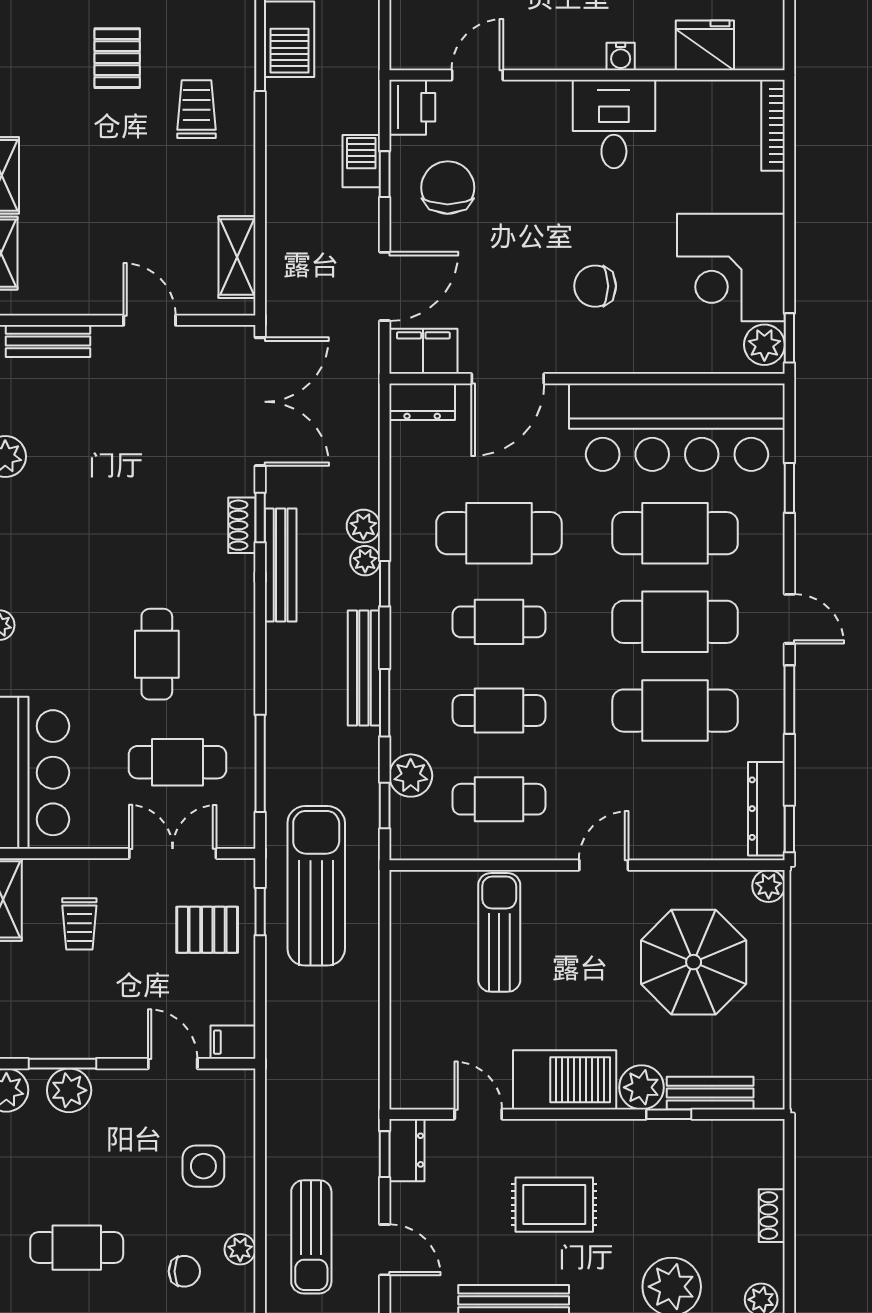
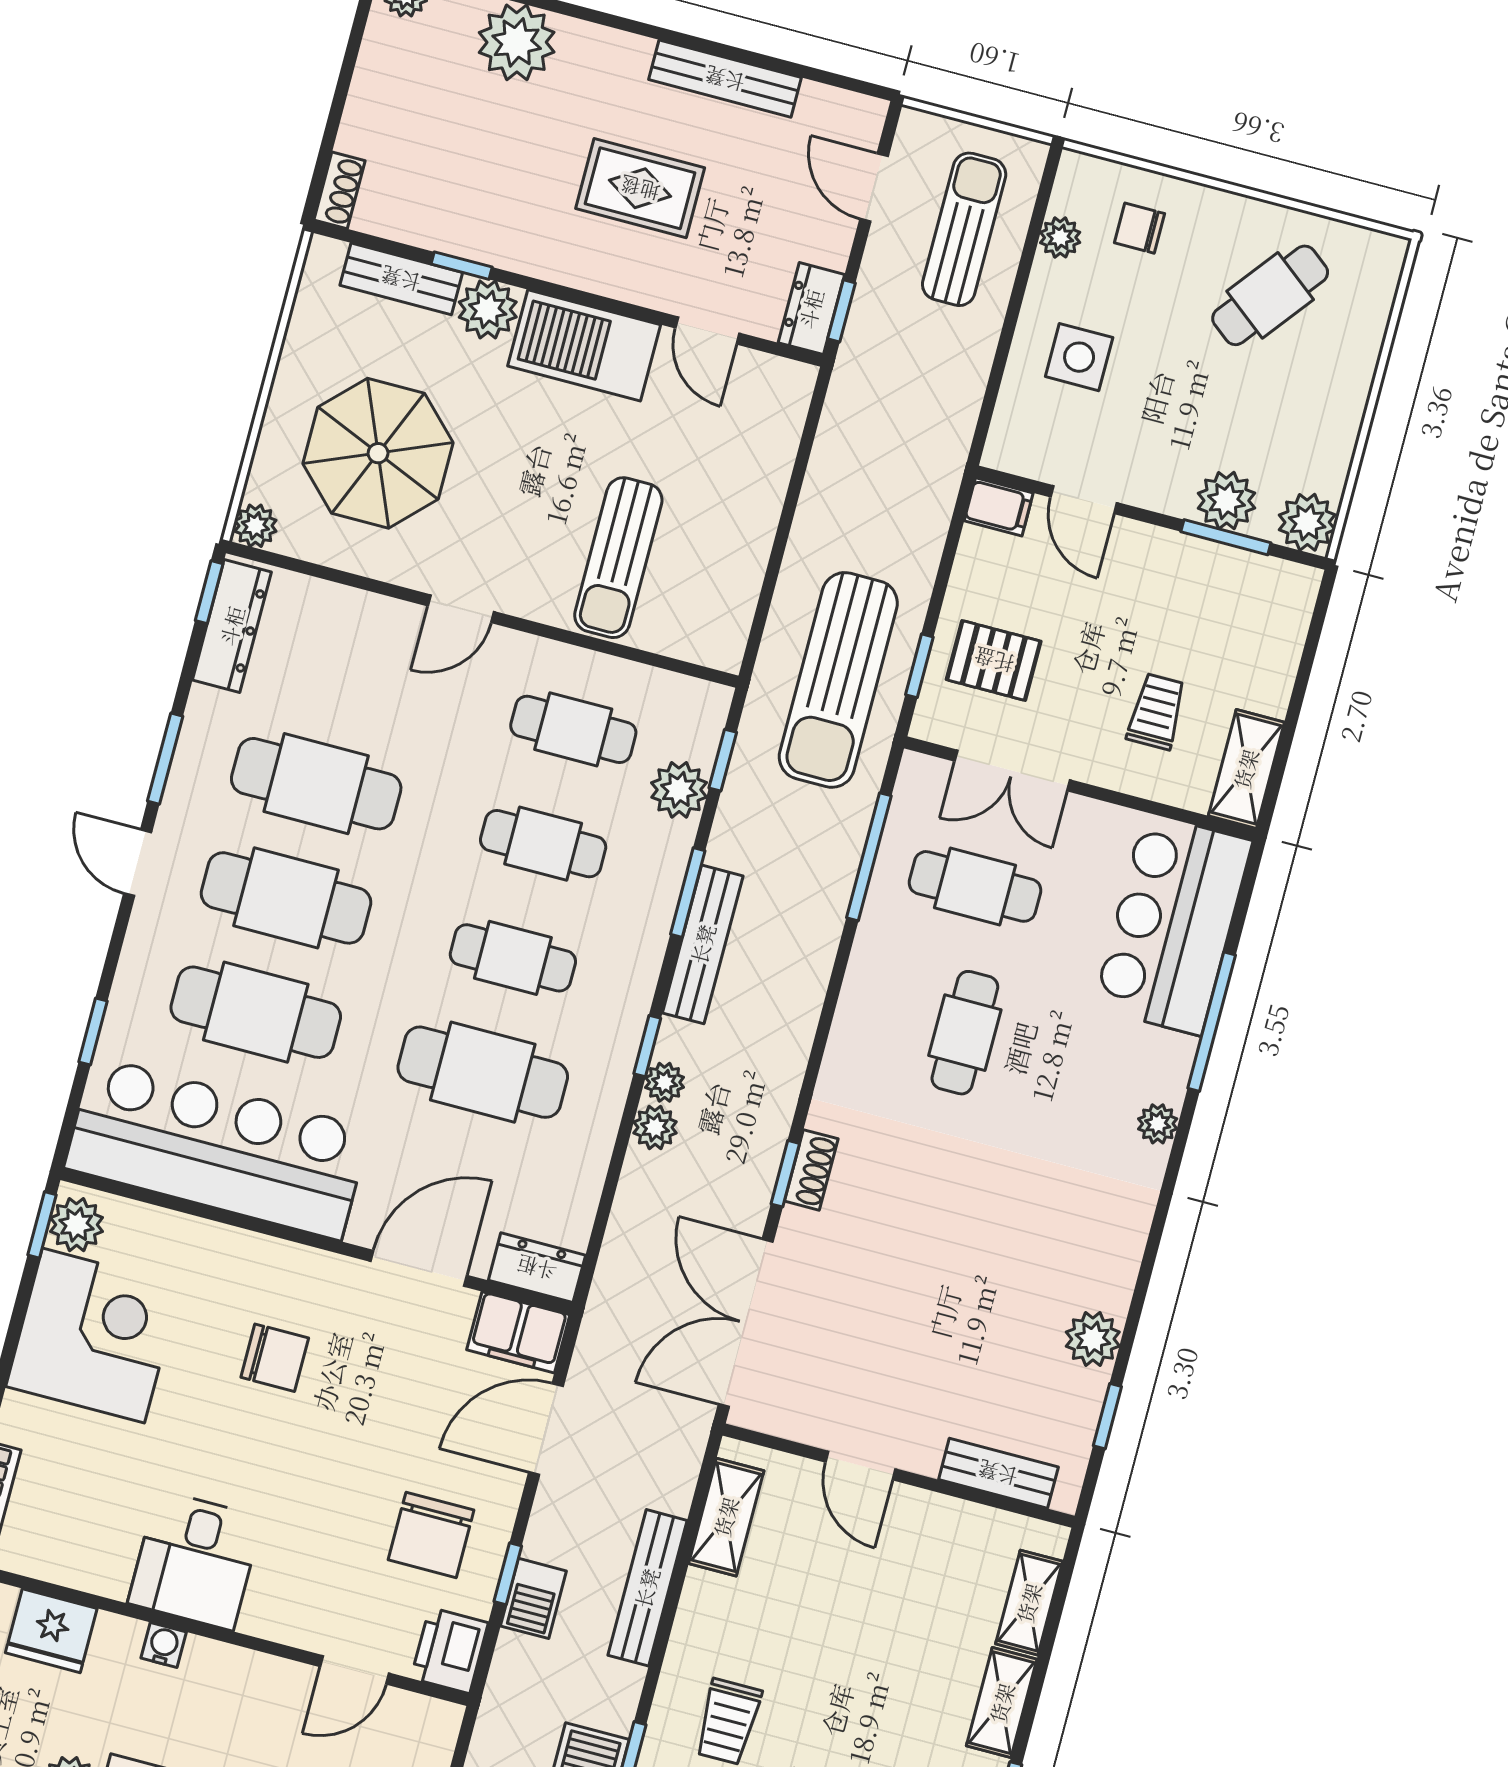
bench: (281, 565) -> (647, 1588), moved
shoe rack: (772, 1216) -> (339, 190), moved
cafe table: (77, 1248) -> (1270, 295), turned -52

